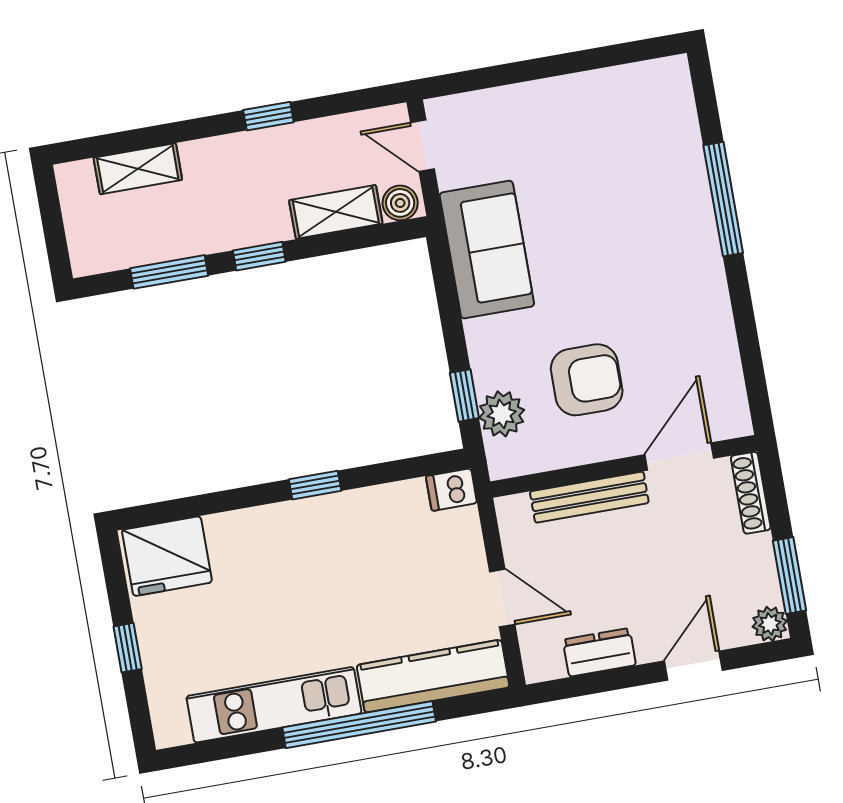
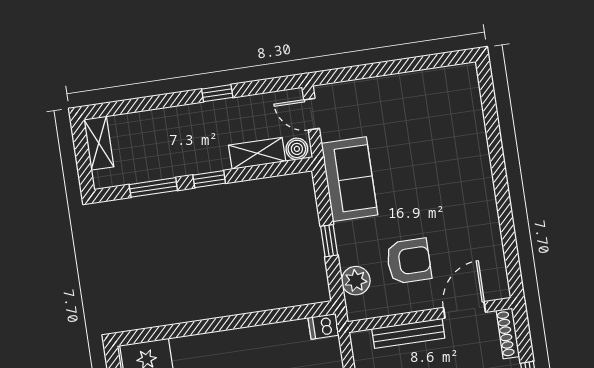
shelving: (138, 169) -> (99, 143), moved, turned 90
window: (723, 199) -> (496, 152), removed
window: (464, 395) -> (329, 241), moved
window: (315, 485) -> (240, 321), removed

